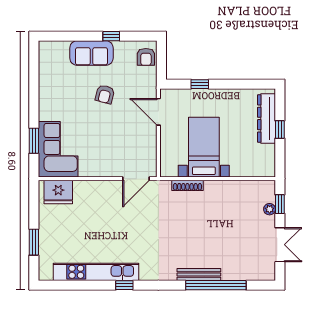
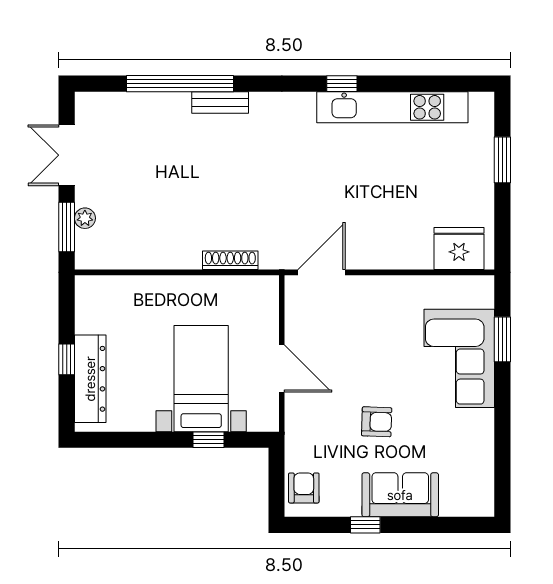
armchair: (105, 94) -> (377, 422), turned 78
door: (158, 112) -> (282, 369), moved
bed with nightstands: (204, 147) -> (201, 379), moved, turned 180
corner sofa: (58, 149) -> (459, 358), moved
window: (280, 204) -> (67, 227), width x1.50
bench: (199, 275) -> (220, 102), width x0.73

